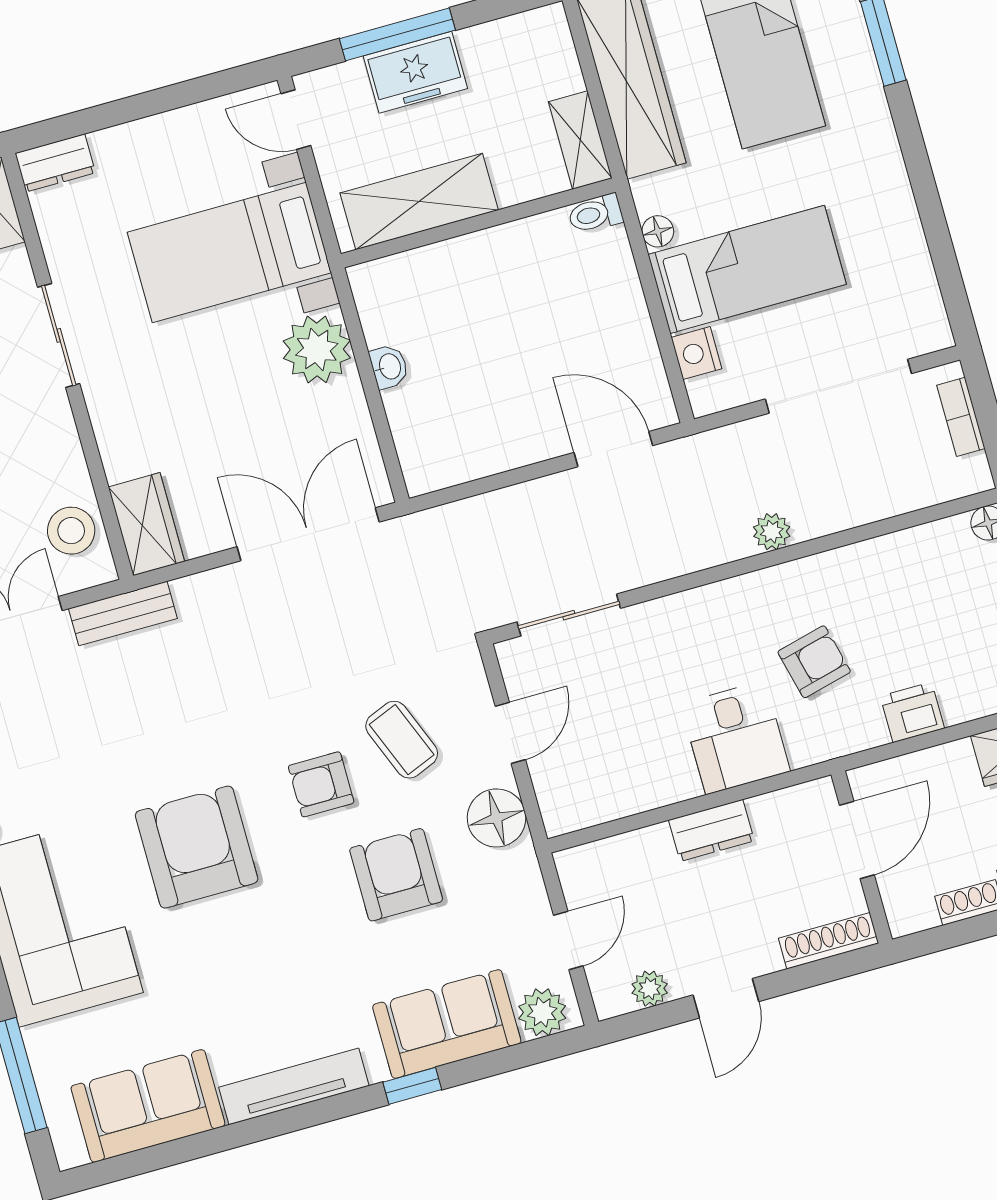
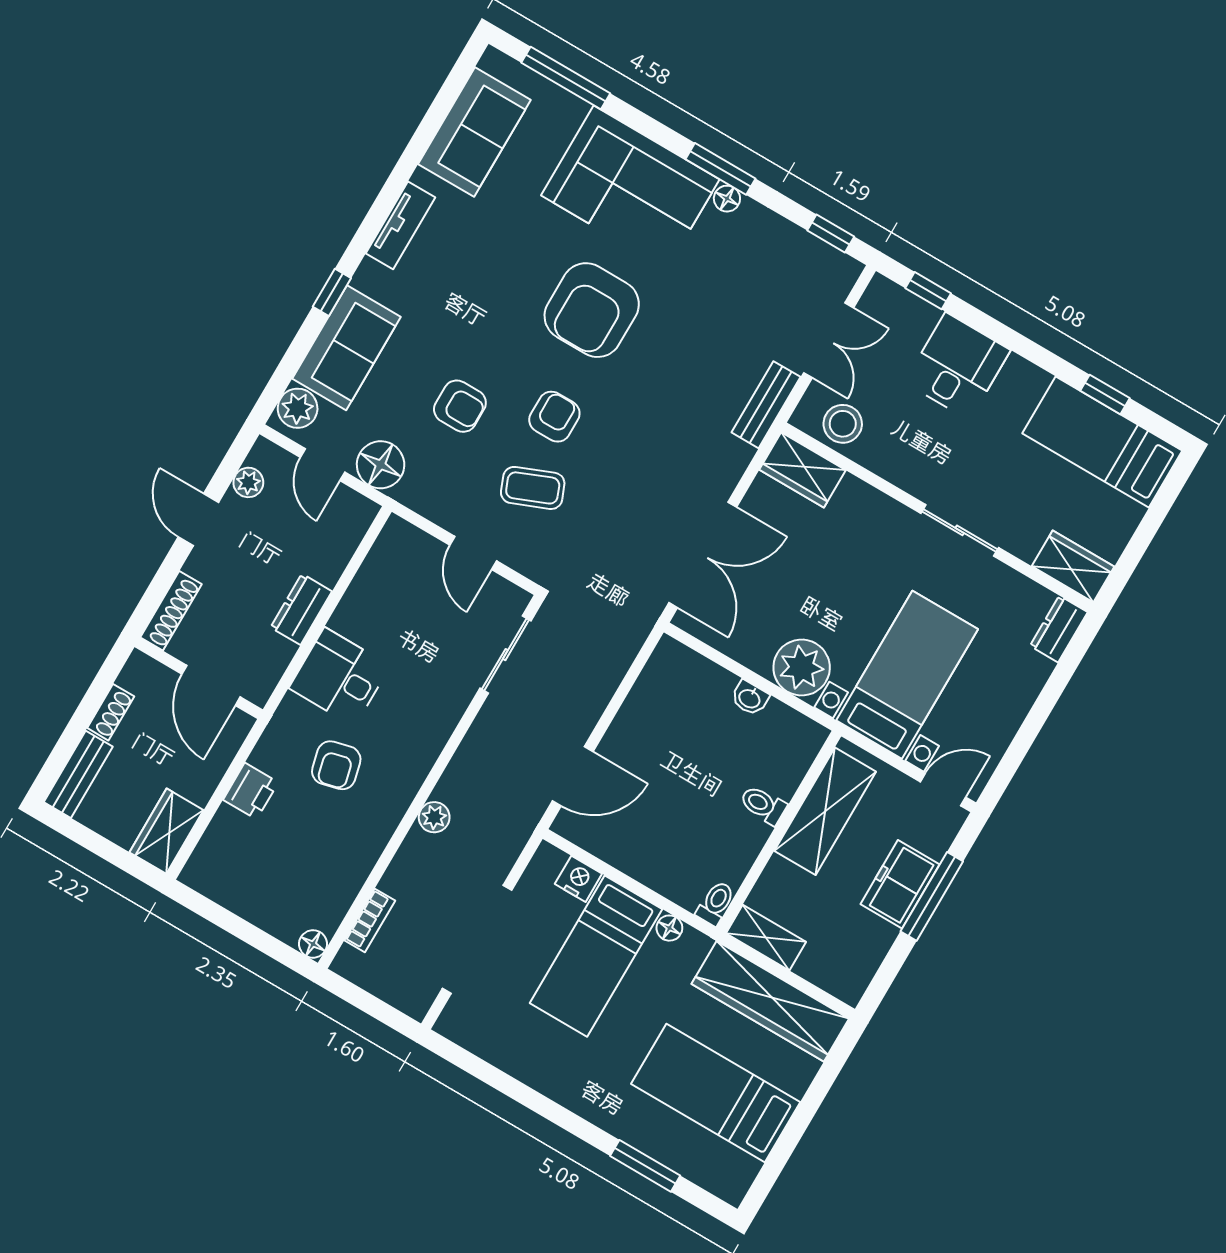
toilet: (469, 260) -> (763, 805), added
bookcase: (961, 417) -> (370, 920), moved, turned 90
floor lamp: (497, 818) -> (381, 465), moved
armchair: (197, 847) -> (592, 310), turned 90
armchair: (396, 875) -> (460, 406), width x0.72, depth x0.72
tv unit: (294, 1086) -> (400, 225), width x0.71

